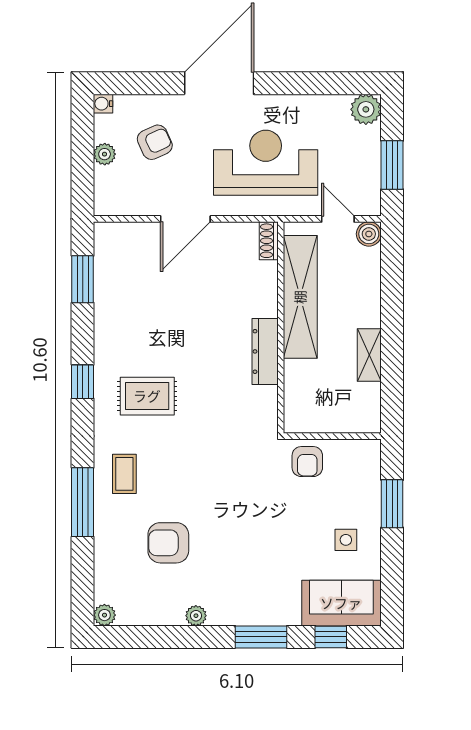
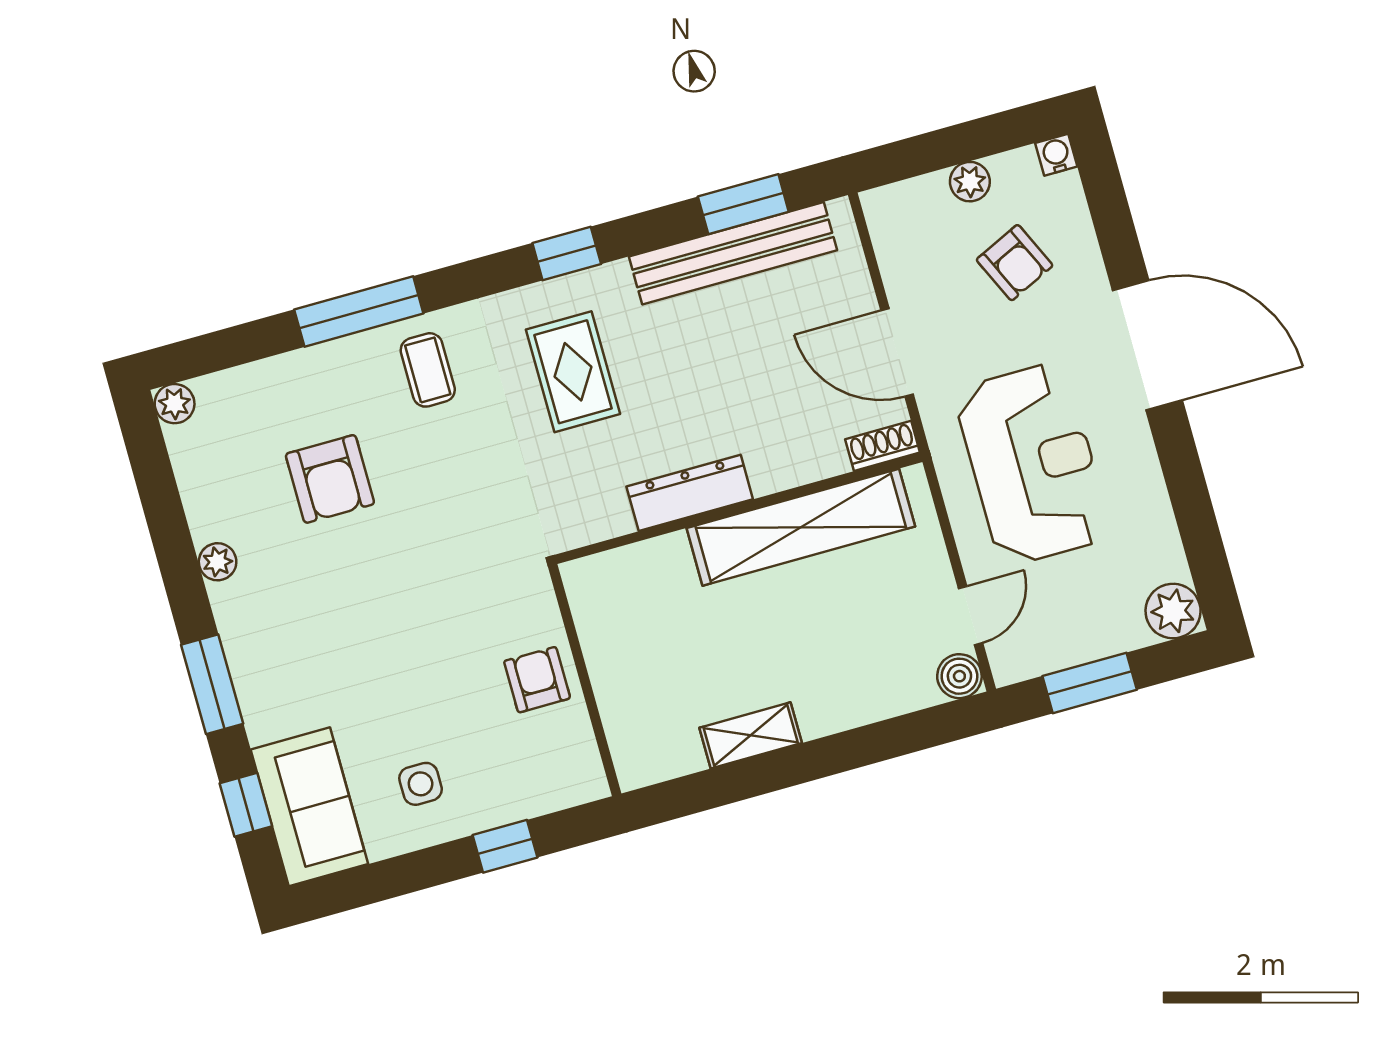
shoe rack: (269, 241) -> (883, 446), moved
bench: (107, 292) -> (733, 253), added
shelving: (300, 297) -> (801, 527), moved
wall: (281, 327) -> (739, 508), moved
dresser: (265, 351) -> (690, 493), moved
armchair: (307, 462) -> (537, 680), turned 90
coffee table: (124, 474) -> (428, 370), turned 90
window: (392, 504) -> (505, 846), width x0.67
armchair: (168, 543) -> (330, 479), turned 180

